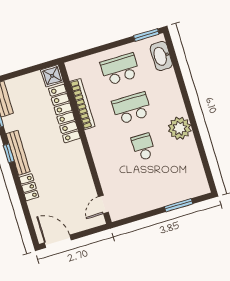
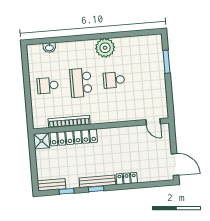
window: (146, 35) -> (25, 59), removed
washbasin: (161, 56) -> (49, 48), width x0.52, depth x0.69
school desk: (120, 69) -> (48, 85), width x0.54
door: (58, 241) -> (175, 164), swing flipped

